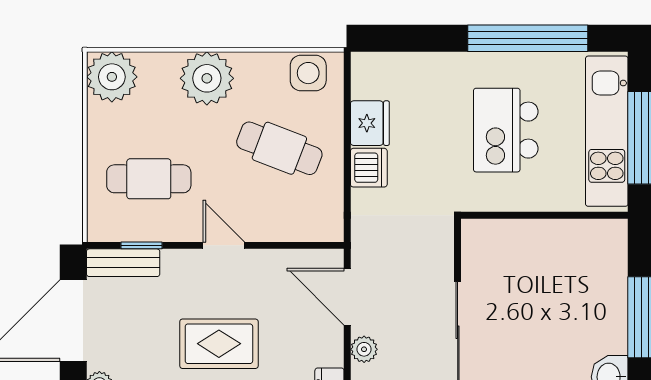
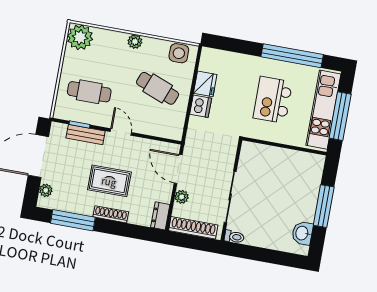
plant: (207, 78) -> (135, 41), width x0.53, depth x0.53
bench: (123, 263) -> (86, 135), moved

